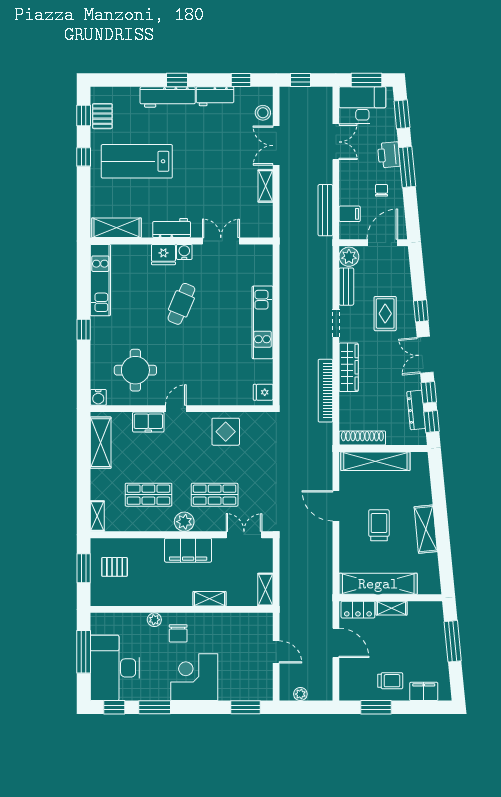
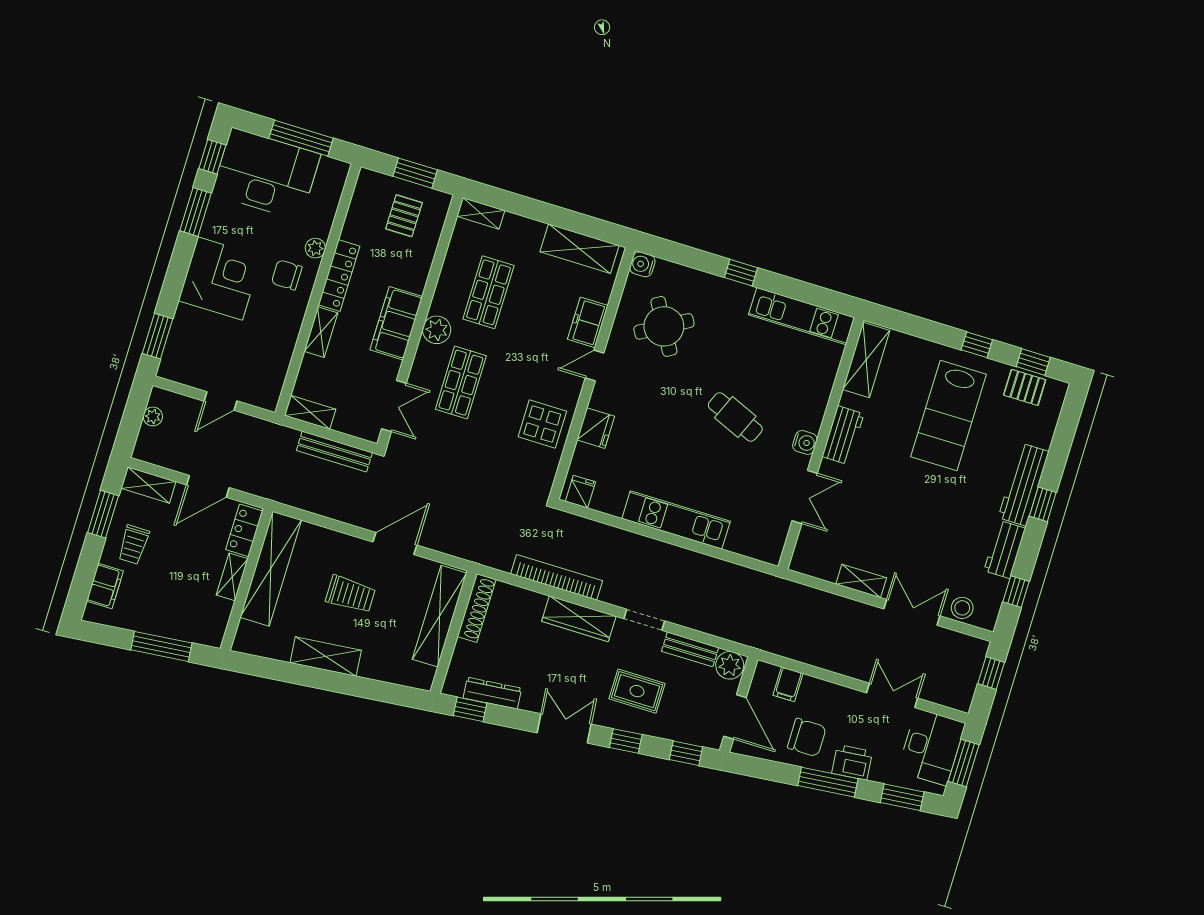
double door: (336, 142) -> (892, 695), swing flipped
lab bench: (137, 161) -> (949, 416), turned 180
chair: (381, 190) -> (807, 737), width x1.87, depth x1.87
bench: (325, 210) -> (334, 451), moved
fridge: (163, 255) -> (596, 428), moved, turned 180
round table: (135, 370) -> (664, 326), turned -30
window: (429, 392) -> (686, 753), moved
door: (176, 409) -> (595, 365), swing flipped
locker: (168, 598) -> (339, 275), added
shelving: (347, 683) -> (148, 485), added

